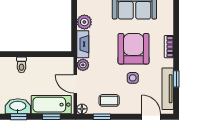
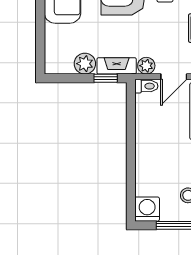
window: (74, 37) -> (106, 78), added
toilet: (21, 65) -> (146, 86), moved

